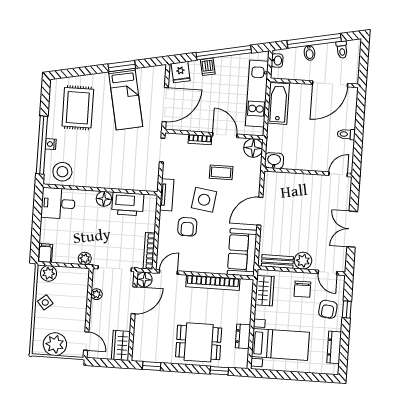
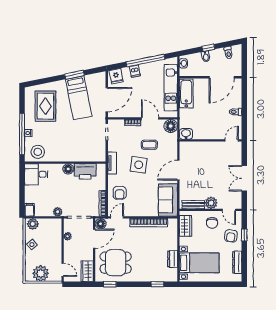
window: (314, 41) -> (208, 48), width x0.32
armchair: (187, 227) -> (120, 193), moved
dining table: (199, 342) -> (116, 263), moved

